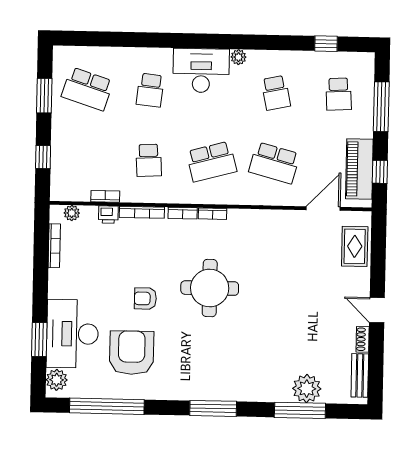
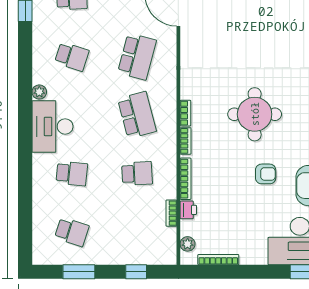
school desk: (87, 89) -> (72, 232), width x0.54
school desk: (276, 93) -> (72, 57), turned 30
armchair: (145, 298) -> (266, 174), turned -90

